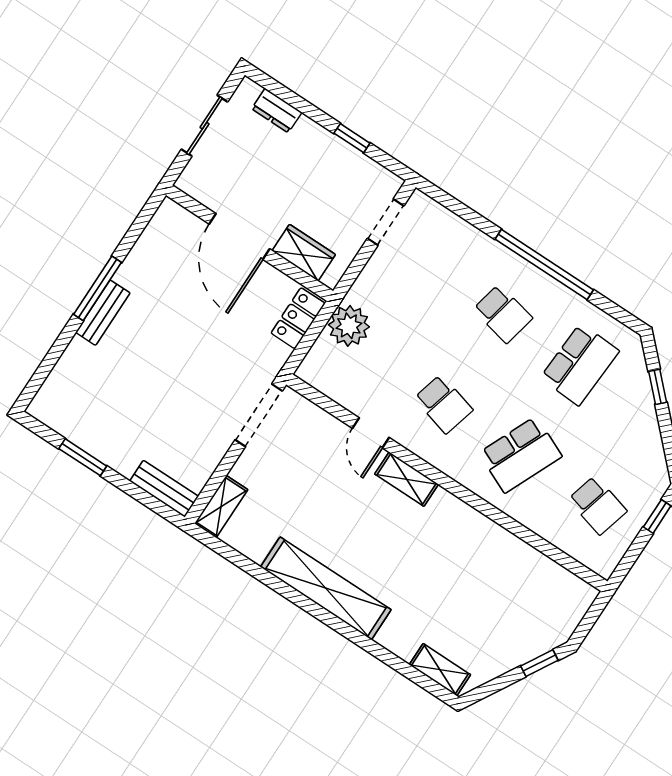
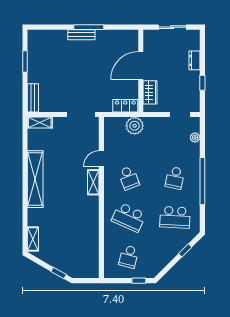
dresser: (277, 111) -> (195, 60), moved
plant: (450, 223) -> (195, 137), added
school desk: (443, 404) -> (129, 178), turned -36

